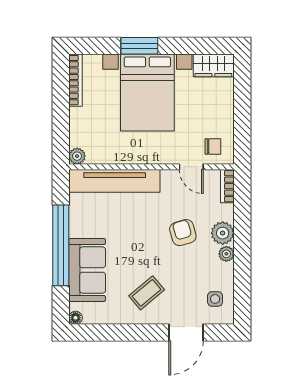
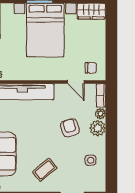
plant: (226, 254) -> (100, 114), moved
side table: (215, 299) -> (91, 160), moved

